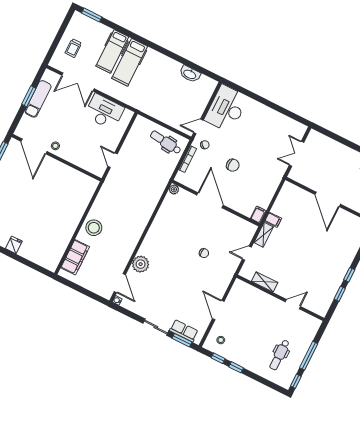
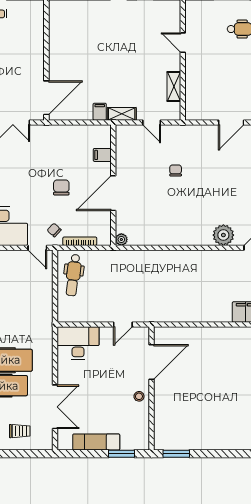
window: (29, 96) -> (122, 454), moved
desk: (104, 112) -> (78, 343), moved, turned 90
door: (34, 146) -> (152, 362), moved
door: (328, 199) -> (46, 98), moved
filing cabinet: (258, 215) -> (102, 155), moved
stool: (94, 228) -> (209, 308), removed

